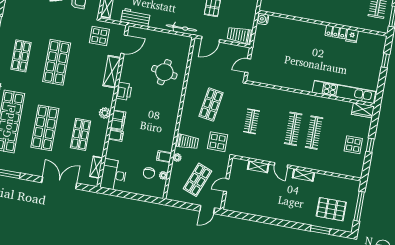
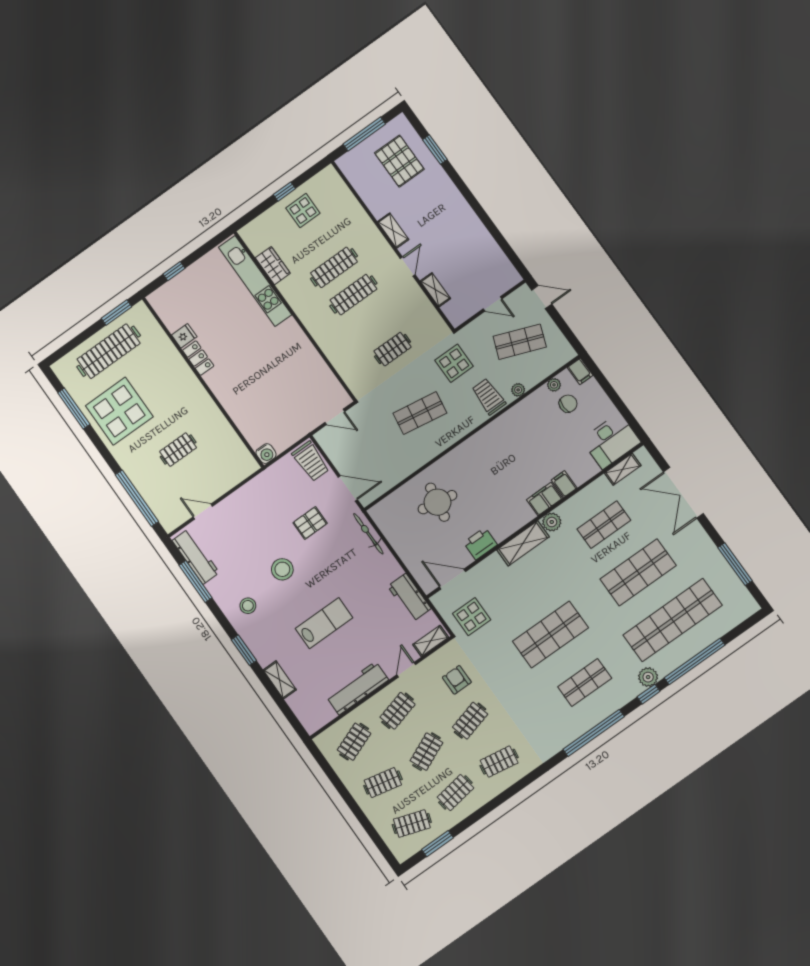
shelving: (112, 72) -> (523, 543), moved
printer: (124, 91) -> (480, 544), moved
wardrobe: (363, 110) -> (273, 266), moved
filing cabinet: (164, 157) -> (580, 371), moved

